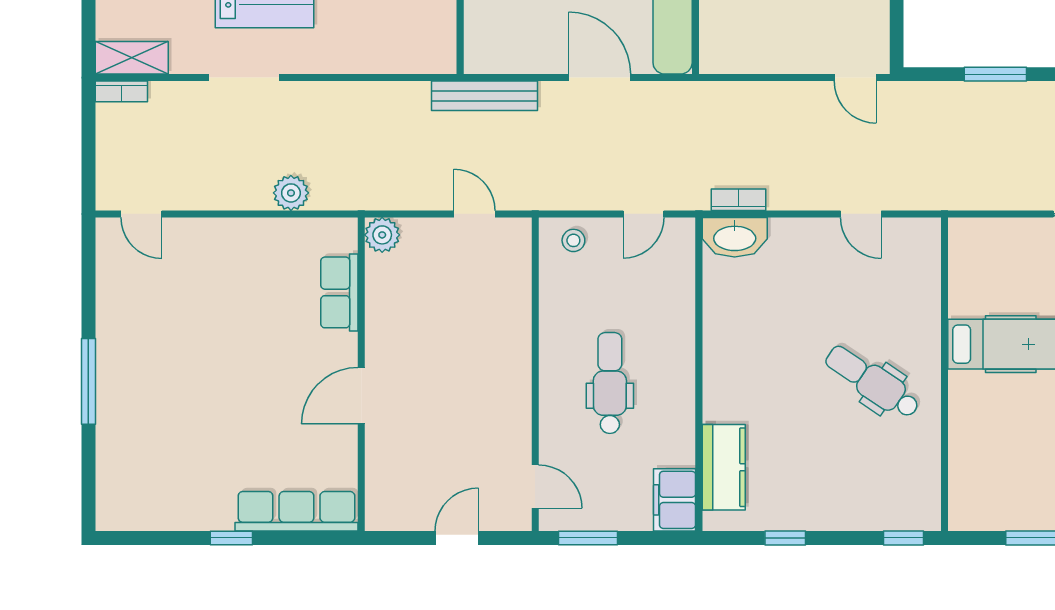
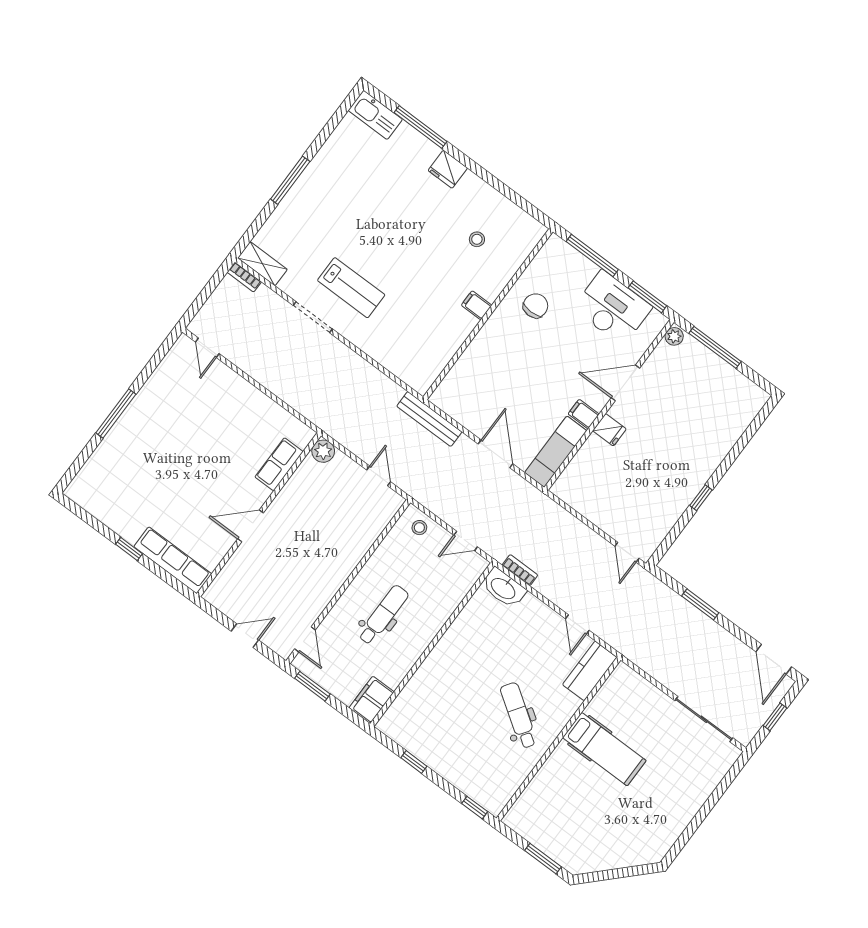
plant: (291, 193) -> (292, 394), removed
kitchen counter: (724, 467) -> (590, 671), moved, turned 180

